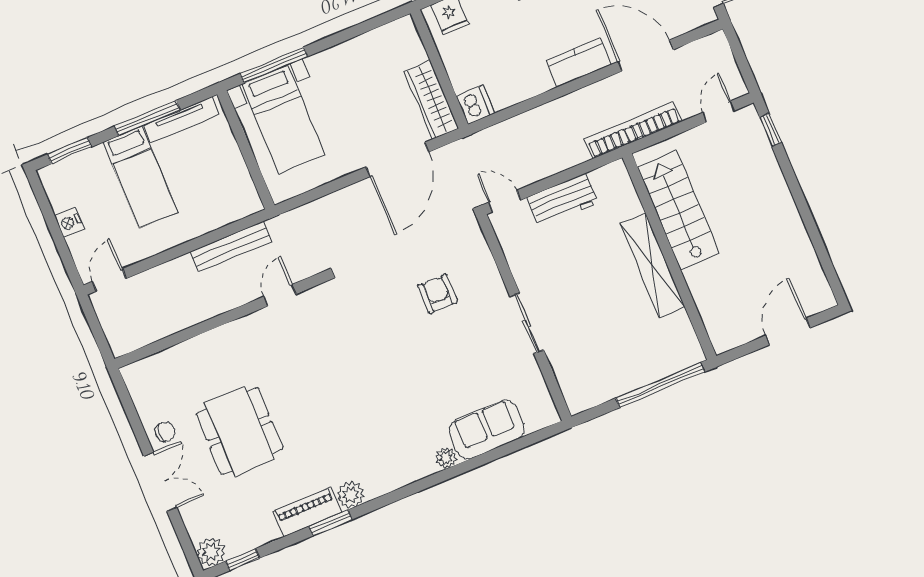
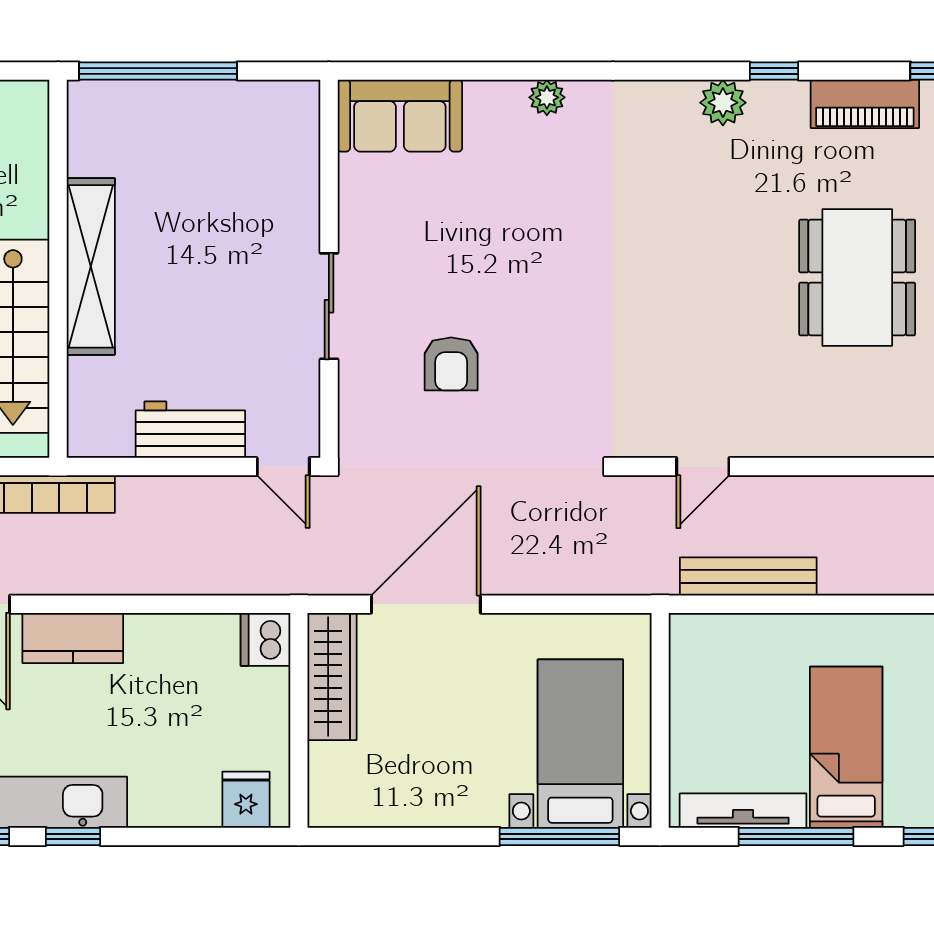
sliding door: (527, 323) -> (329, 306), moved
sofa: (487, 430) -> (400, 116), moved
piano: (307, 512) -> (865, 104), moved
window: (330, 523) -> (774, 71), width x0.67

